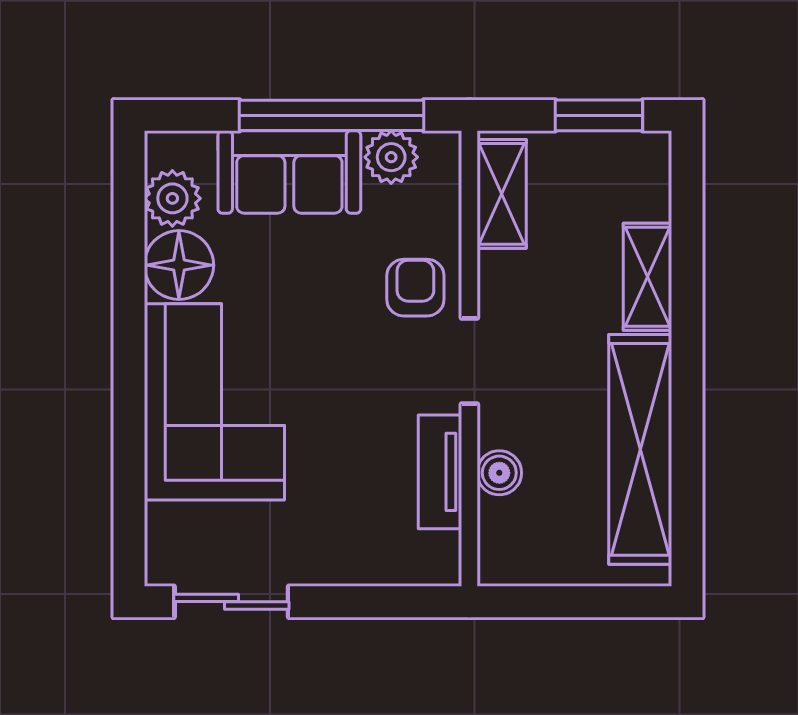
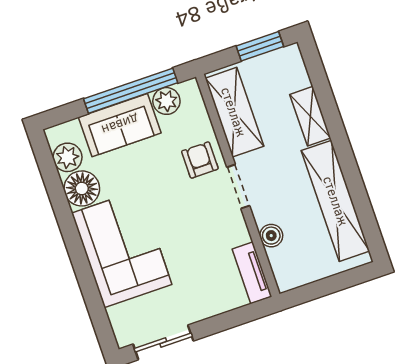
shelving: (502, 194) -> (234, 112), width x1.50, depth x1.33
tv unit: (440, 472) -> (252, 273), moved

